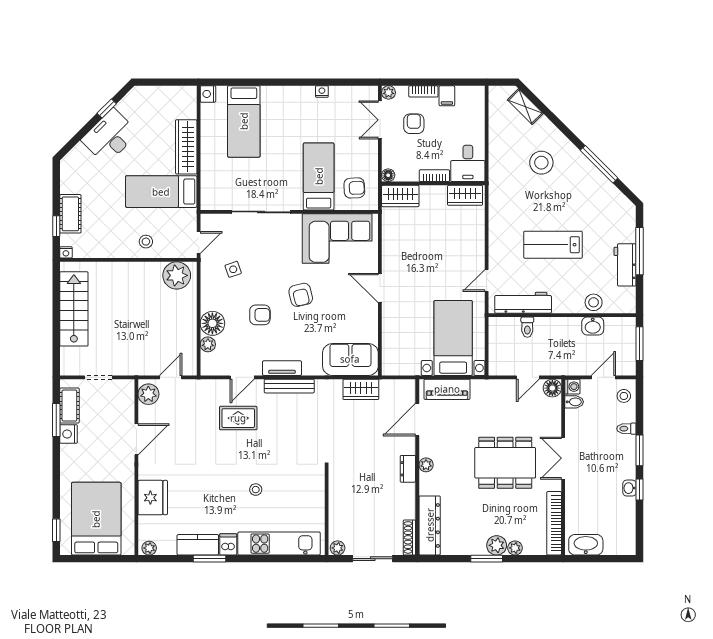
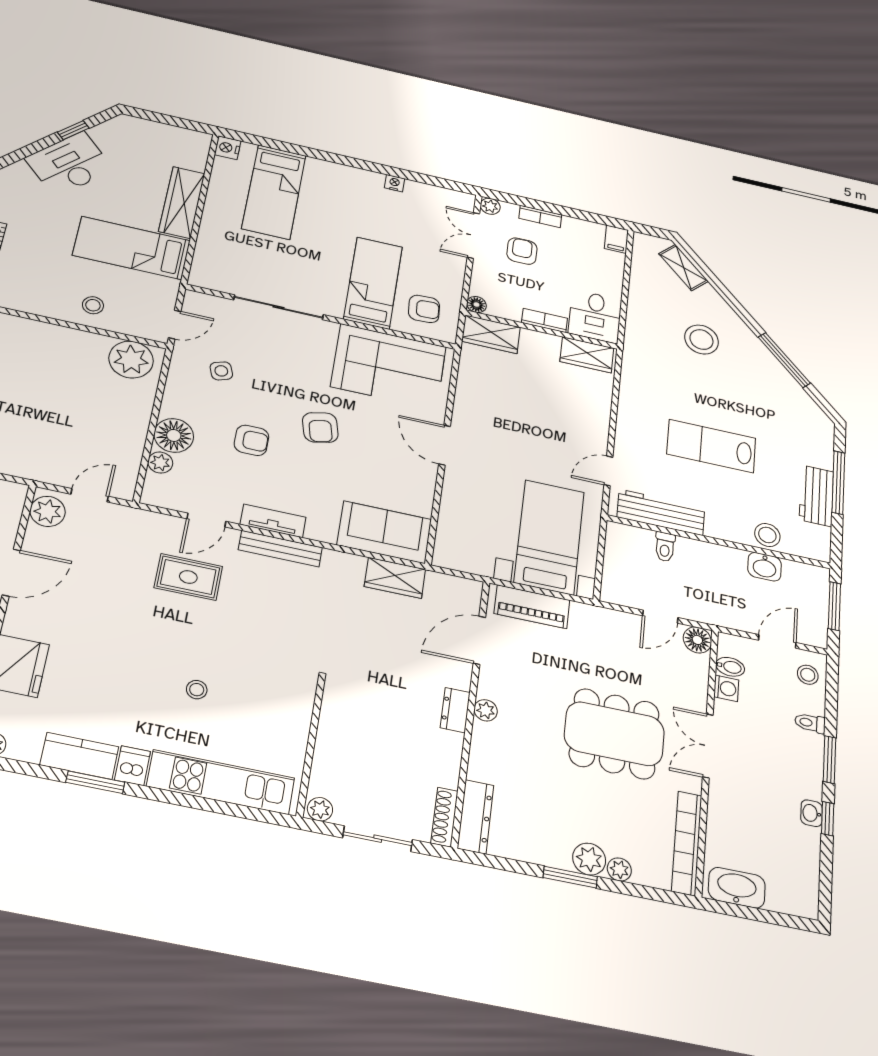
filing cabinet: (447, 96) -> (616, 239), moved
washing machine: (572, 387) -> (726, 688), moved
dresser: (430, 525) -> (476, 817), width x0.73, depth x0.80

